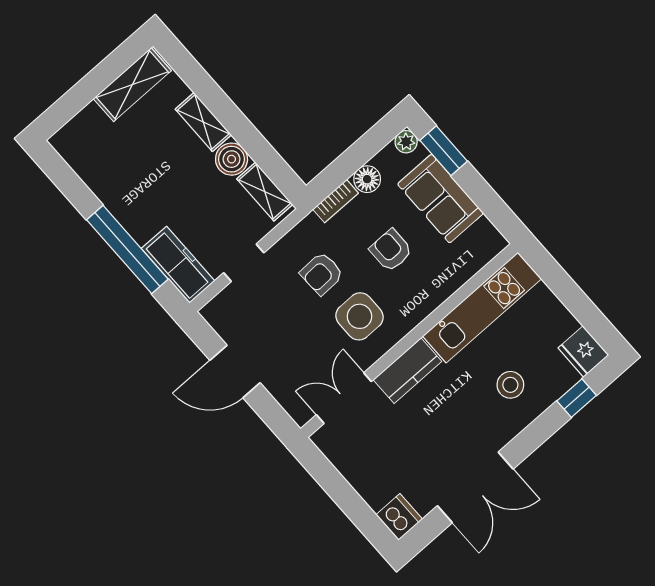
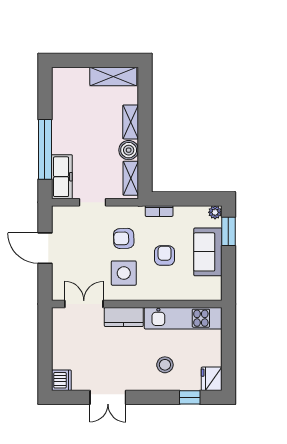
floor lamp: (367, 179) -> (182, 214), removed
double door: (475, 487) -> (108, 397), width x0.73

